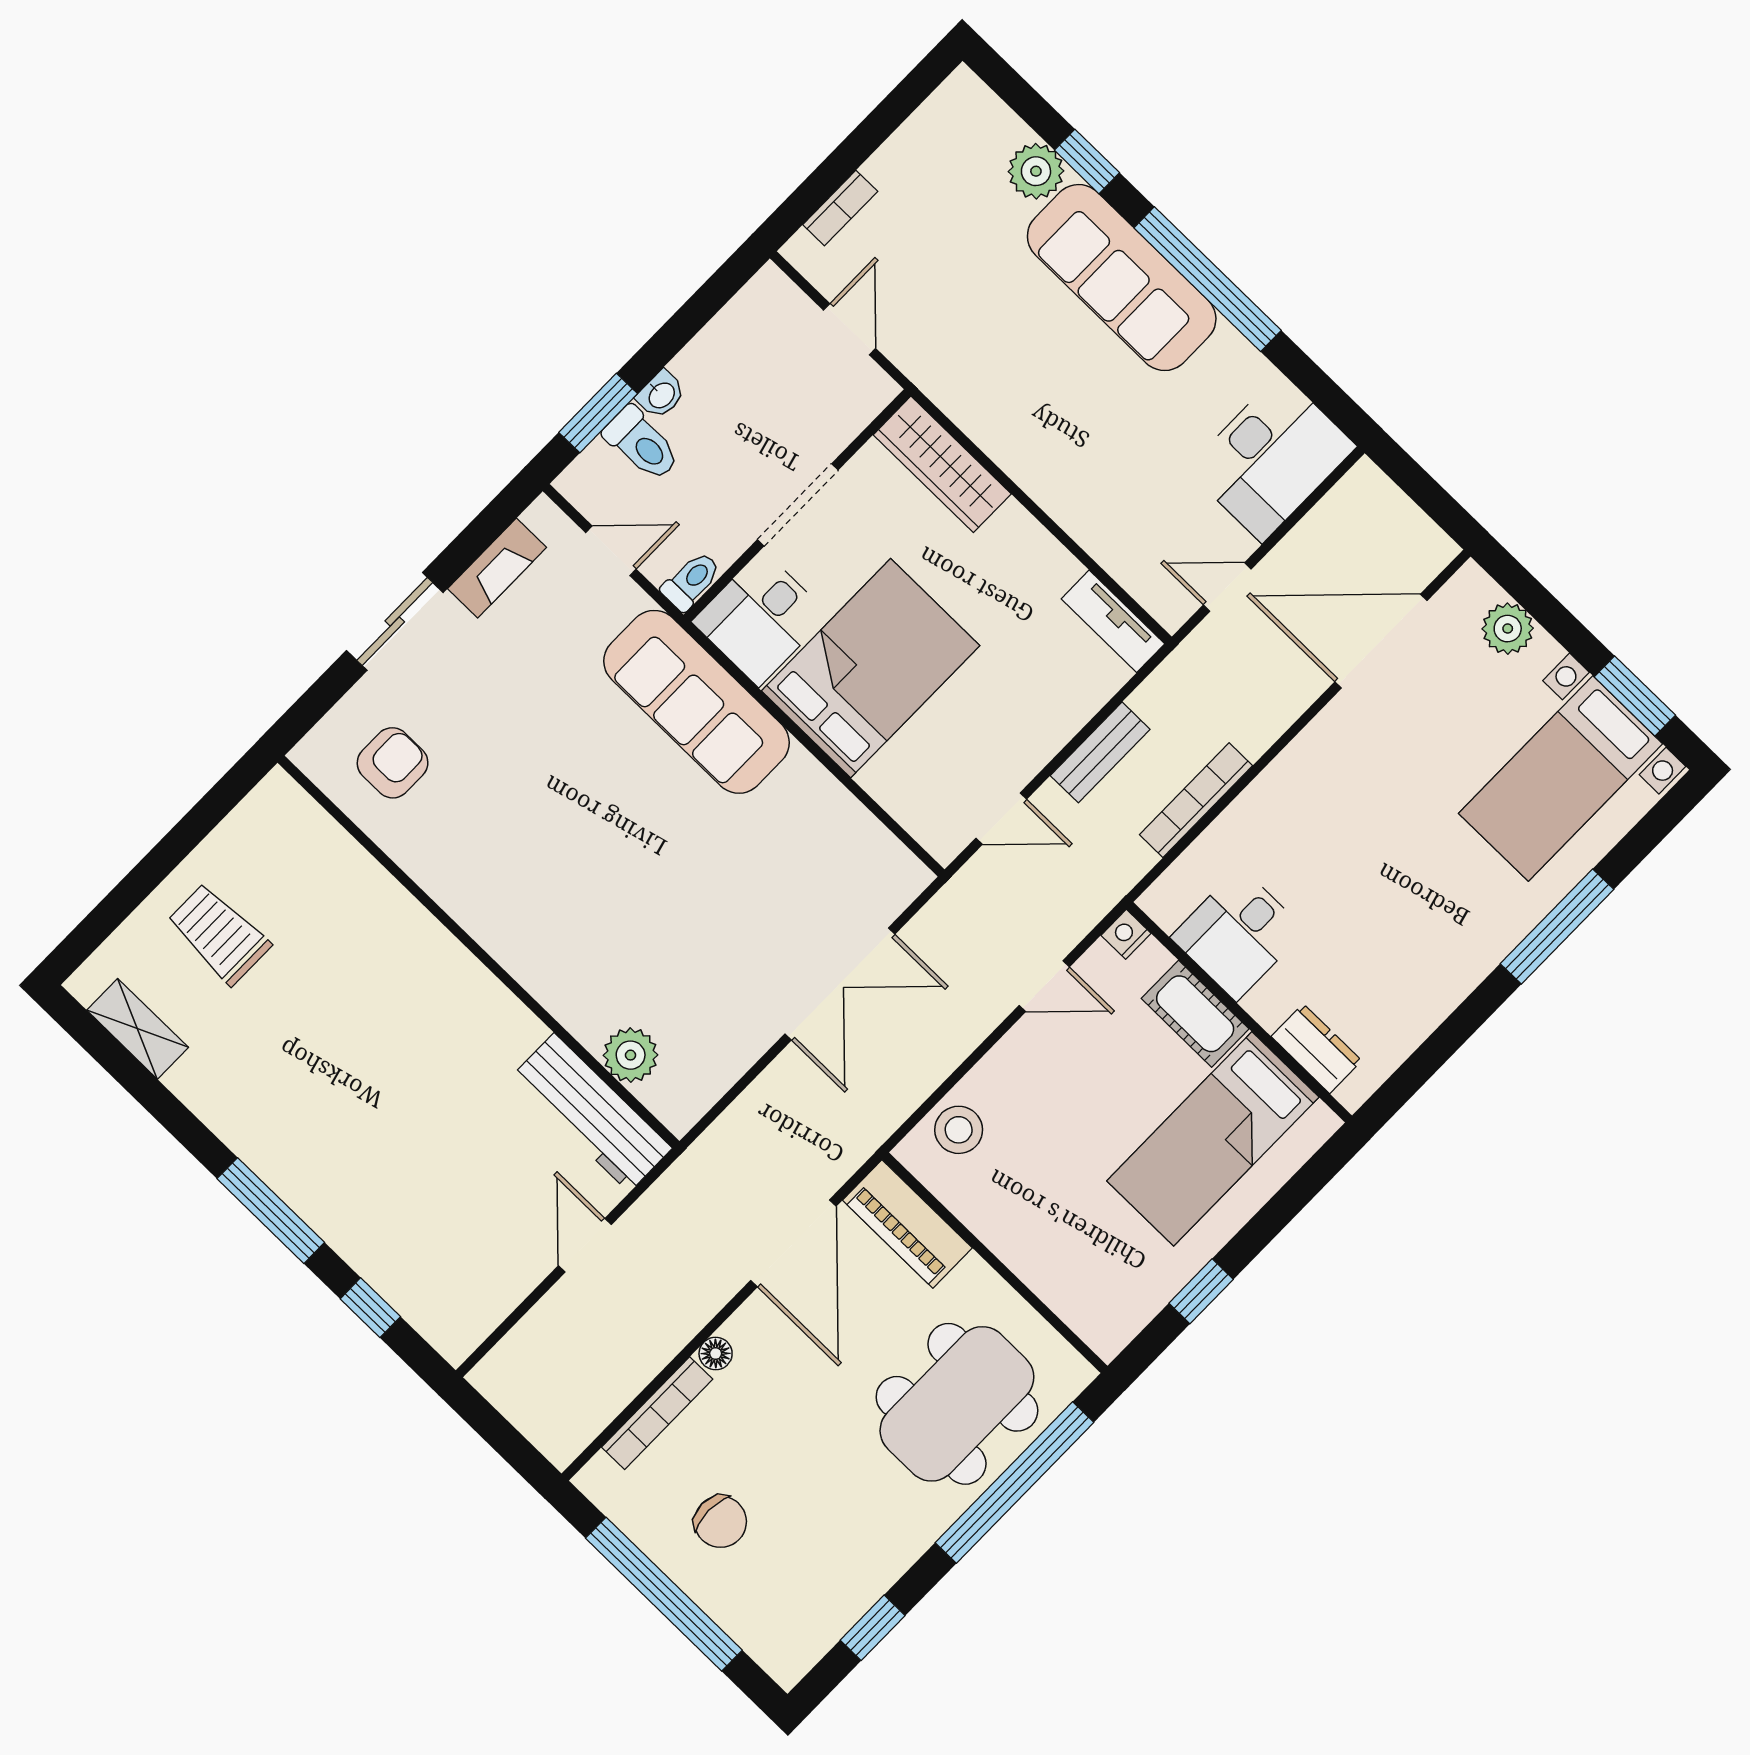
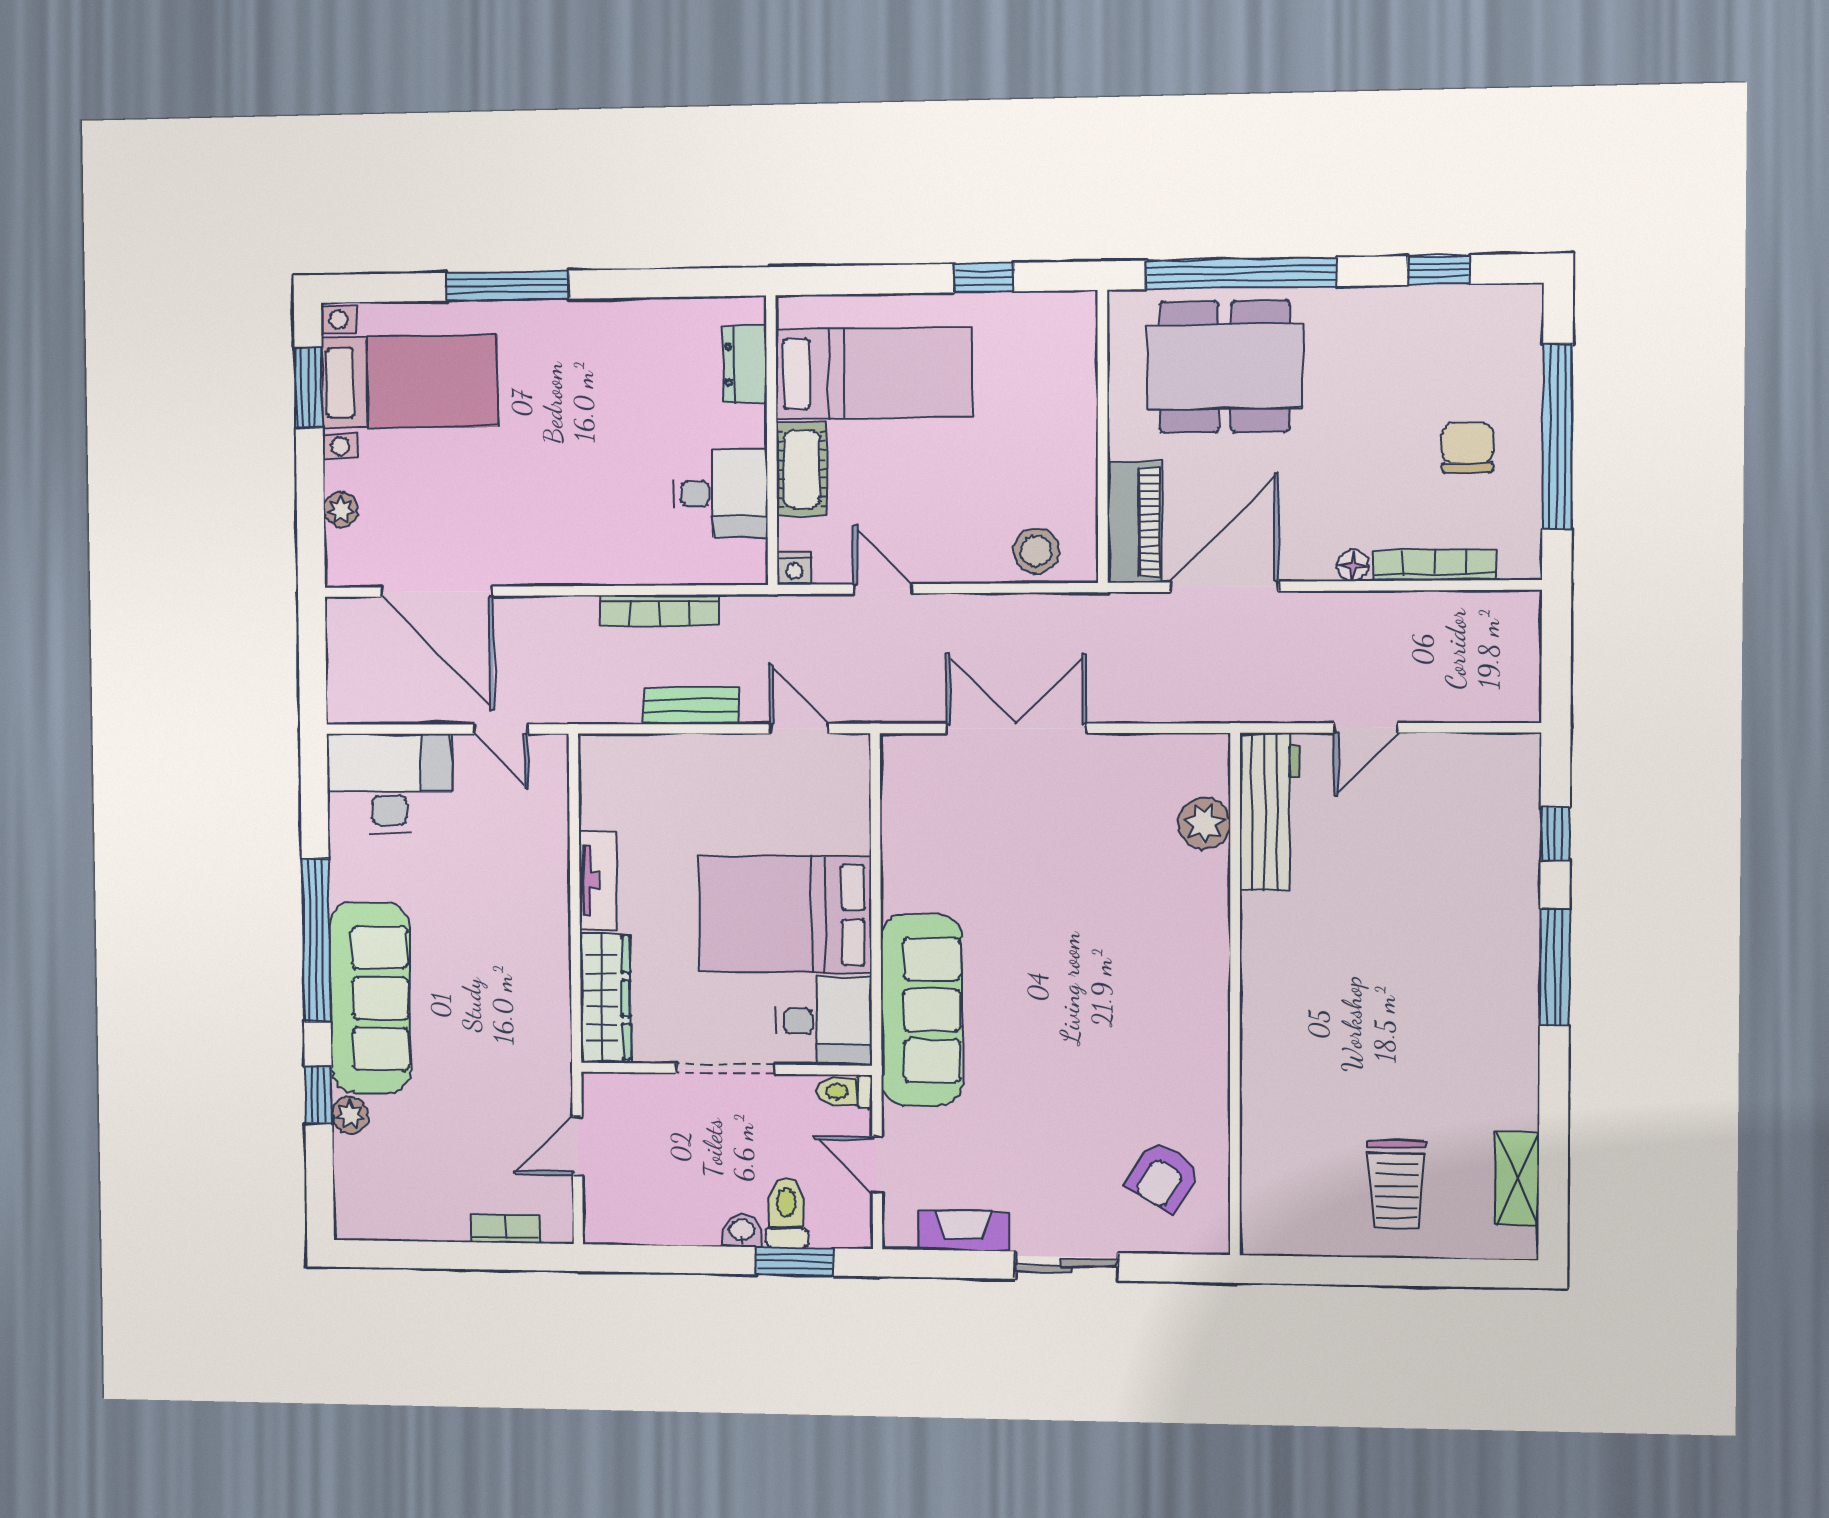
plant: (1036, 171) -> (350, 1115), width x0.73, depth x0.73
tv unit: (1113, 621) -> (598, 880), moved
plant: (1508, 629) -> (341, 510), width x0.73, depth x0.73
armchair: (393, 763) -> (1163, 1177), turned -58

